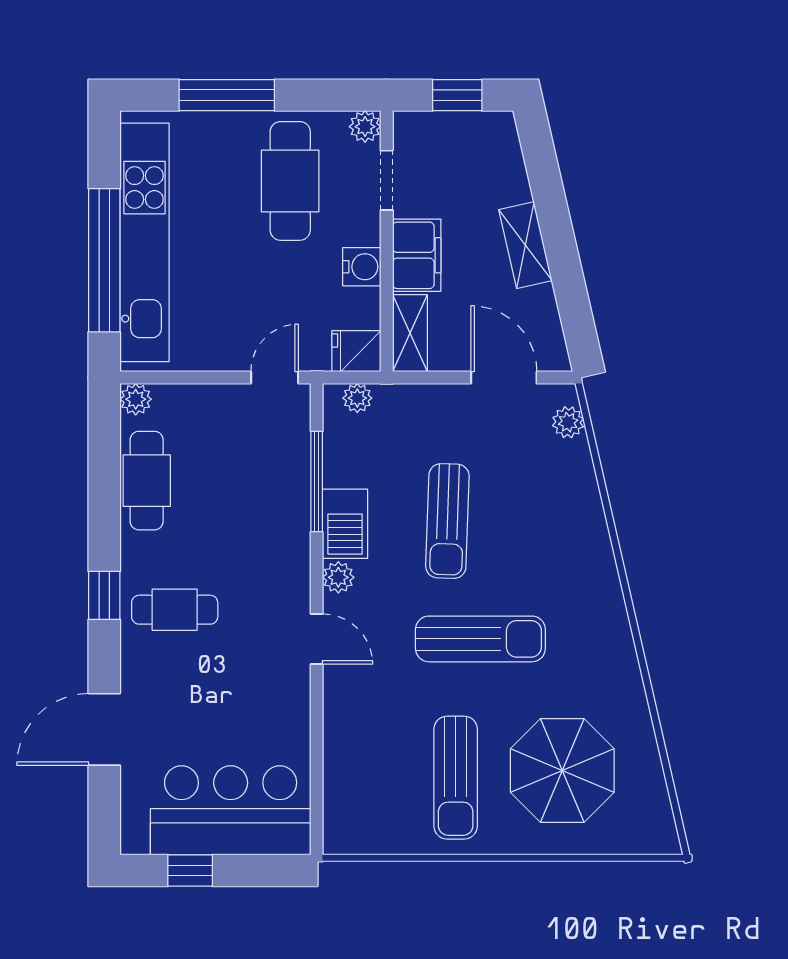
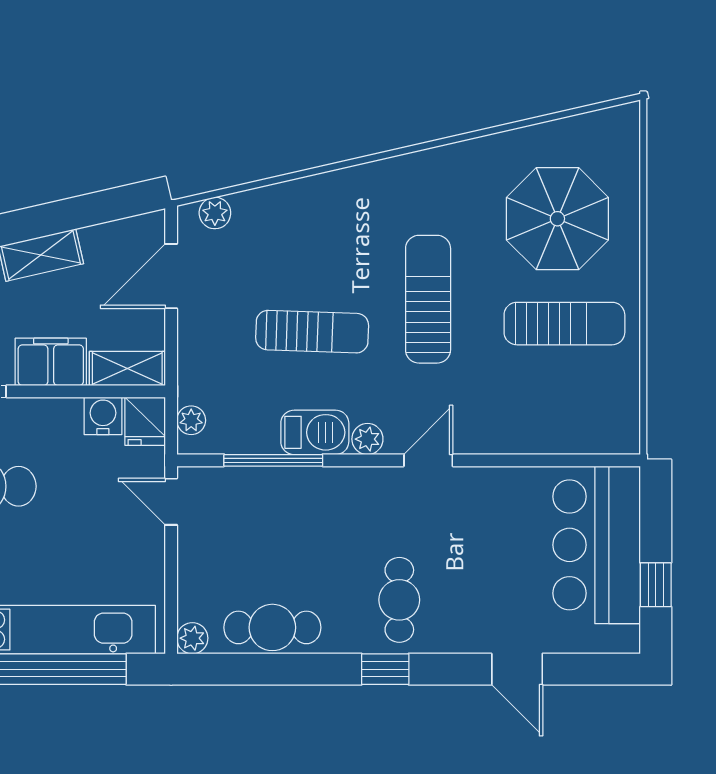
water cooler: (362, 267) -> (103, 416), moved
door: (104, 729) -> (517, 669), width x0.73

